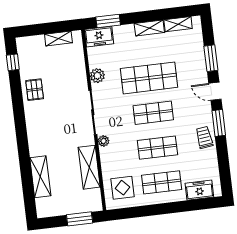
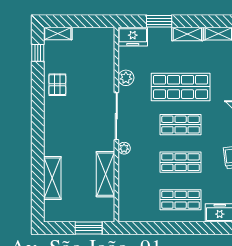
window: (108, 21) -> (159, 21), moved
shelving: (58, 39) -> (58, 33), moved
display table: (123, 188) -> (138, 200), removed

